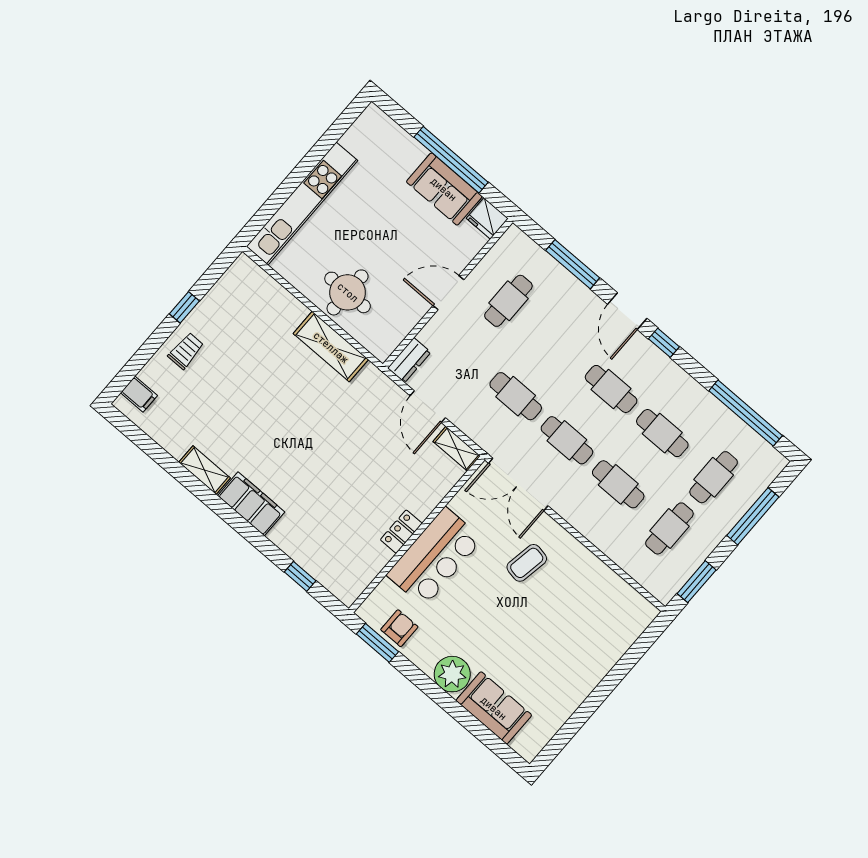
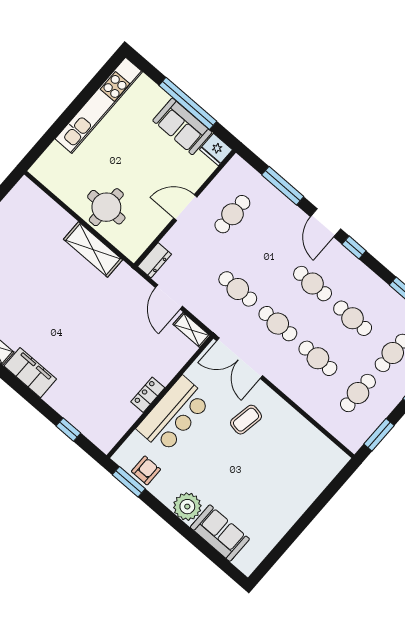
kitchen unit: (302, 204) -> (99, 105), moved

